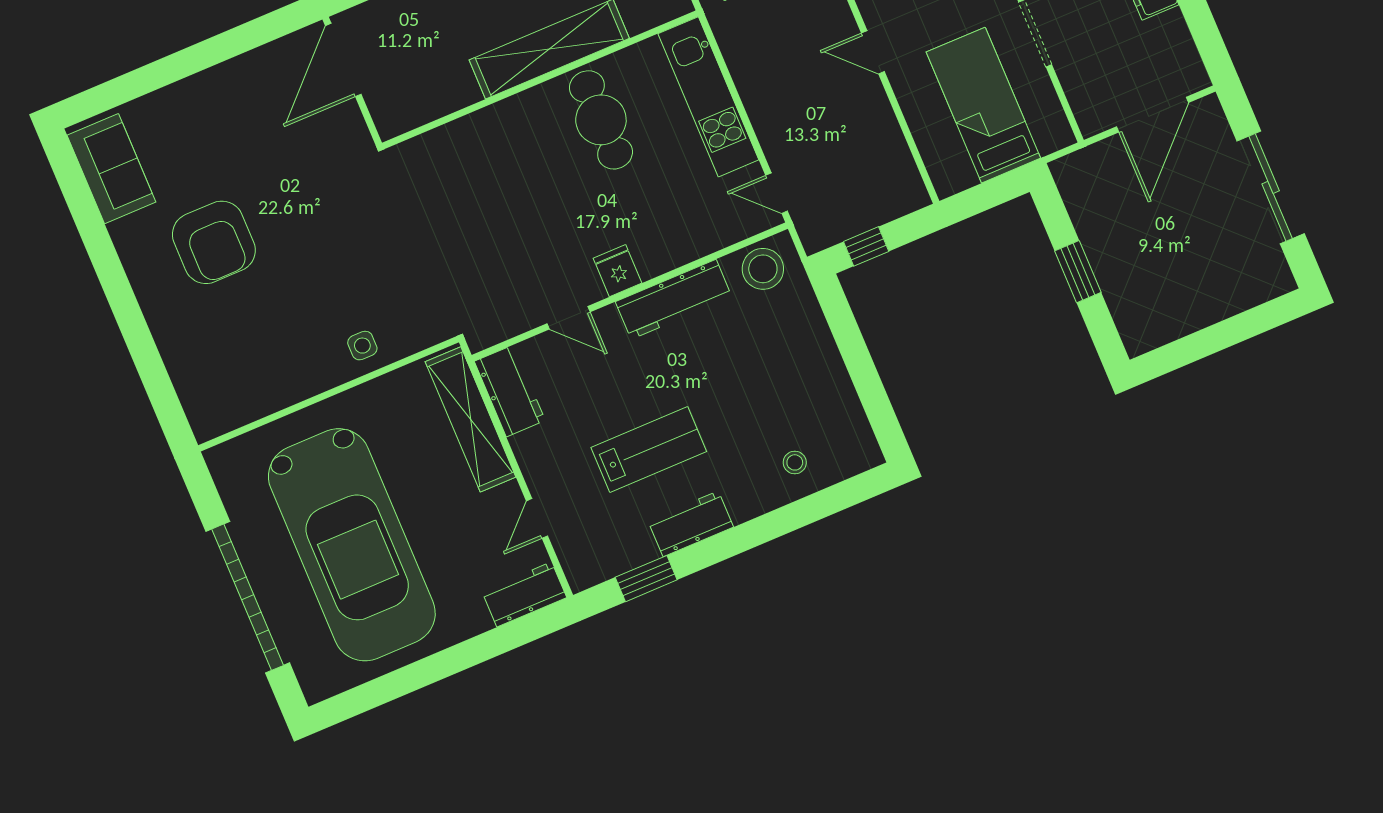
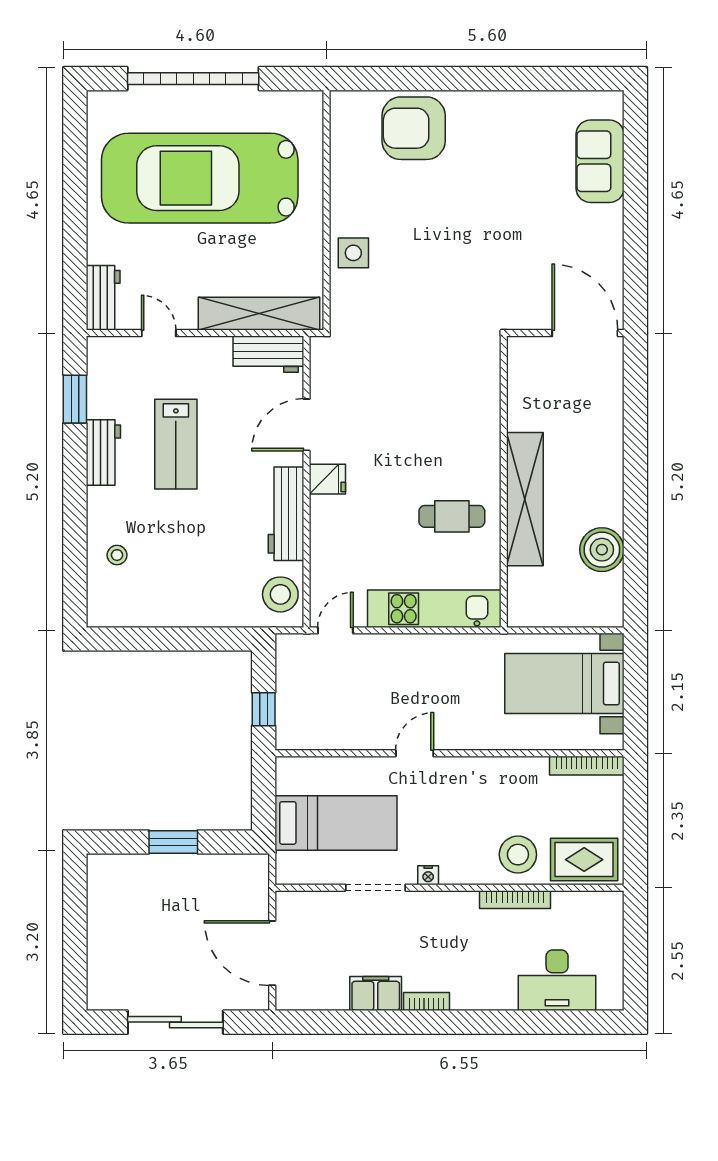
cafe table: (601, 120) -> (452, 516), width x0.73, depth x0.74
sofa: (111, 169) -> (600, 161), moved, turned 90
armchair: (214, 242) -> (414, 128), moved
window: (866, 246) -> (264, 709), moved
door: (569, 318) -> (307, 425), width x1.38
side table: (362, 346) -> (353, 253), width x1.37, depth x1.37

